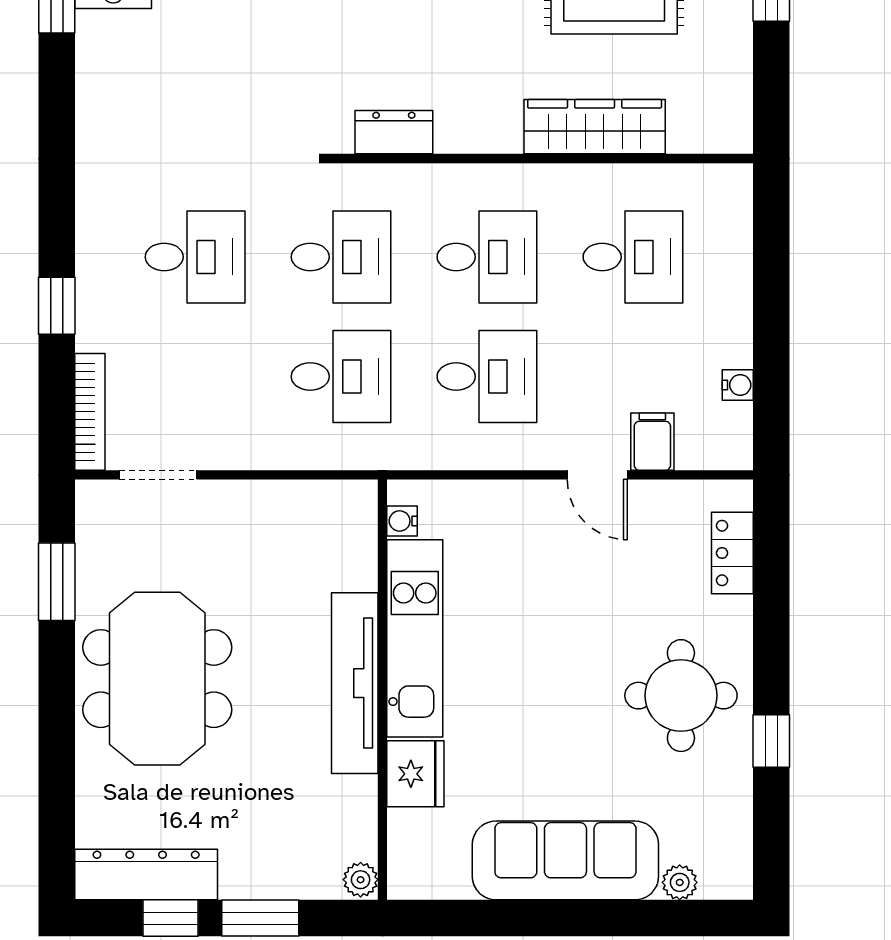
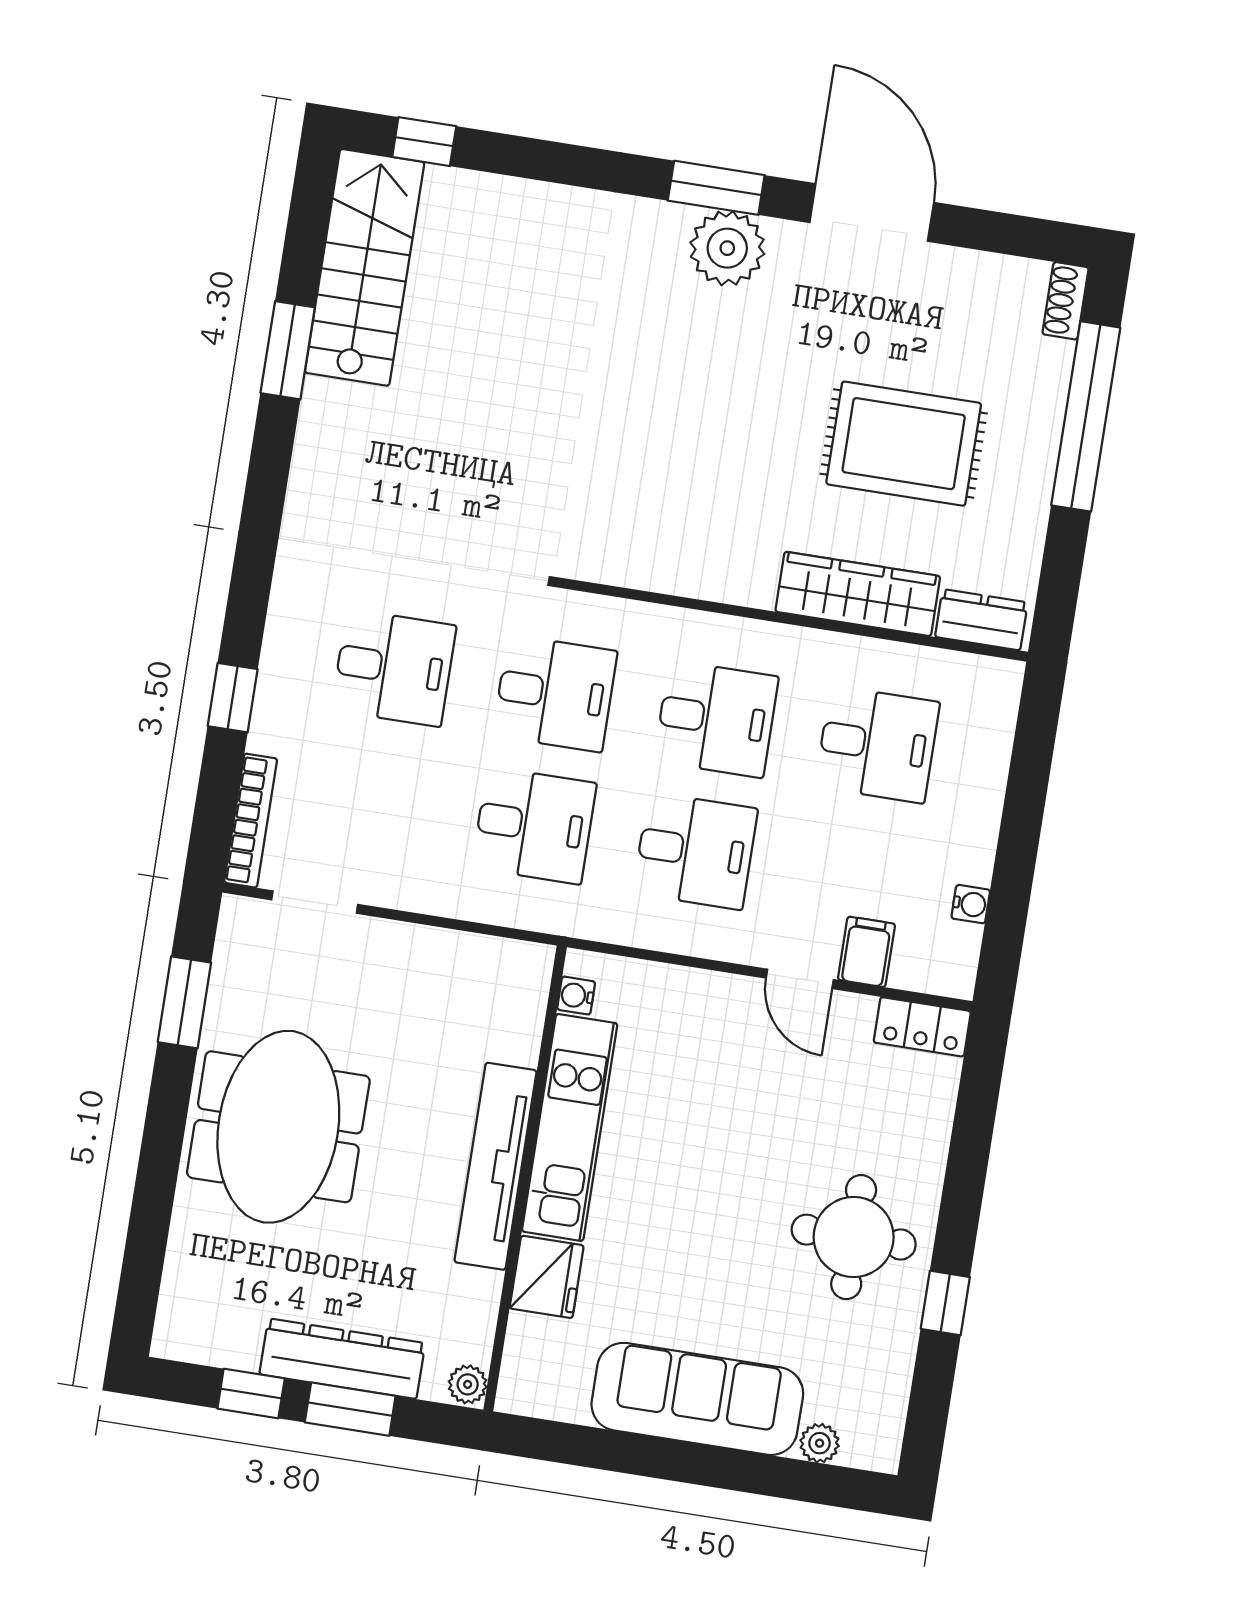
dresser: (394, 132) -> (981, 620), moved
locker: (732, 553) -> (922, 1027), moved, turned -90
dresser: (146, 875) -> (342, 1359), moved

